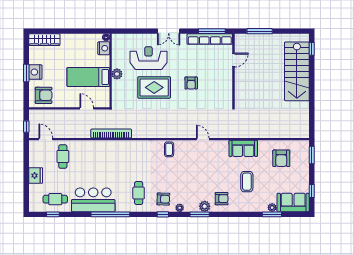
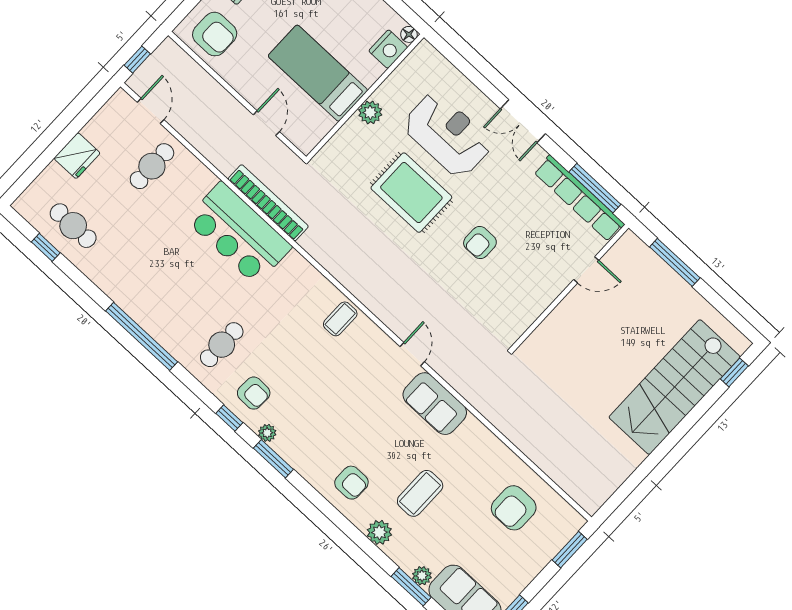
sofa: (243, 148) -> (435, 404), moved
bar counter: (93, 200) -> (239, 233), moved, turned 180
plant: (205, 206) -> (379, 532), moved
window: (200, 214) -> (273, 459), moved

